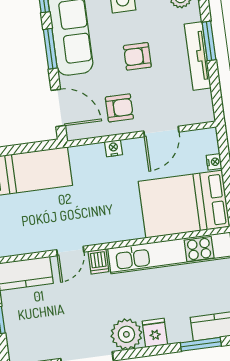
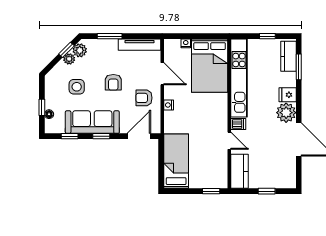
window: (50, 49) -> (101, 136), width x0.67
tv unit: (198, 56) -> (140, 45), moved
armchair: (119, 108) -> (144, 98), turned -90

